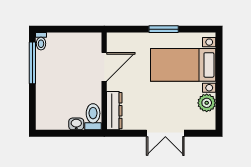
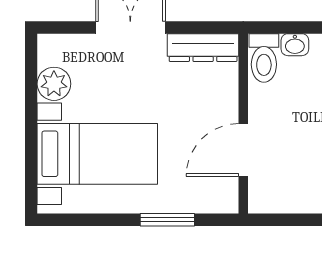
window: (164, 29) -> (167, 220), moved
dresser: (114, 111) -> (203, 48), moved, turned -90

